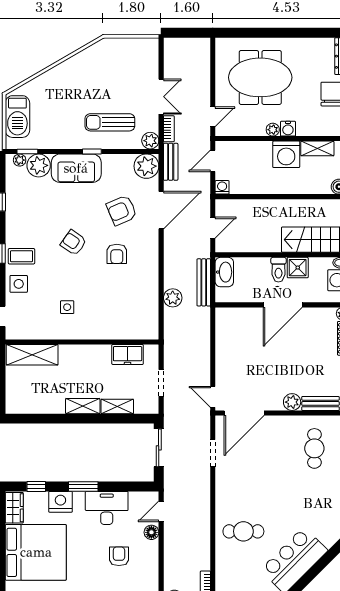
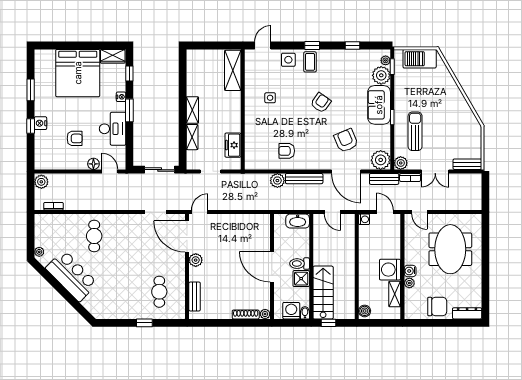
bench: (152, 56) -> (467, 164), added
plant: (273, 130) -> (409, 283), moved
armchair: (117, 254) -> (287, 151), moved
bench: (204, 282) -> (304, 179), moved
plant: (292, 402) -> (196, 260), moved
cafe table: (314, 448) -> (159, 292), turned 90
nightstand: (60, 502) -> (121, 97), width x0.53, depth x0.56

